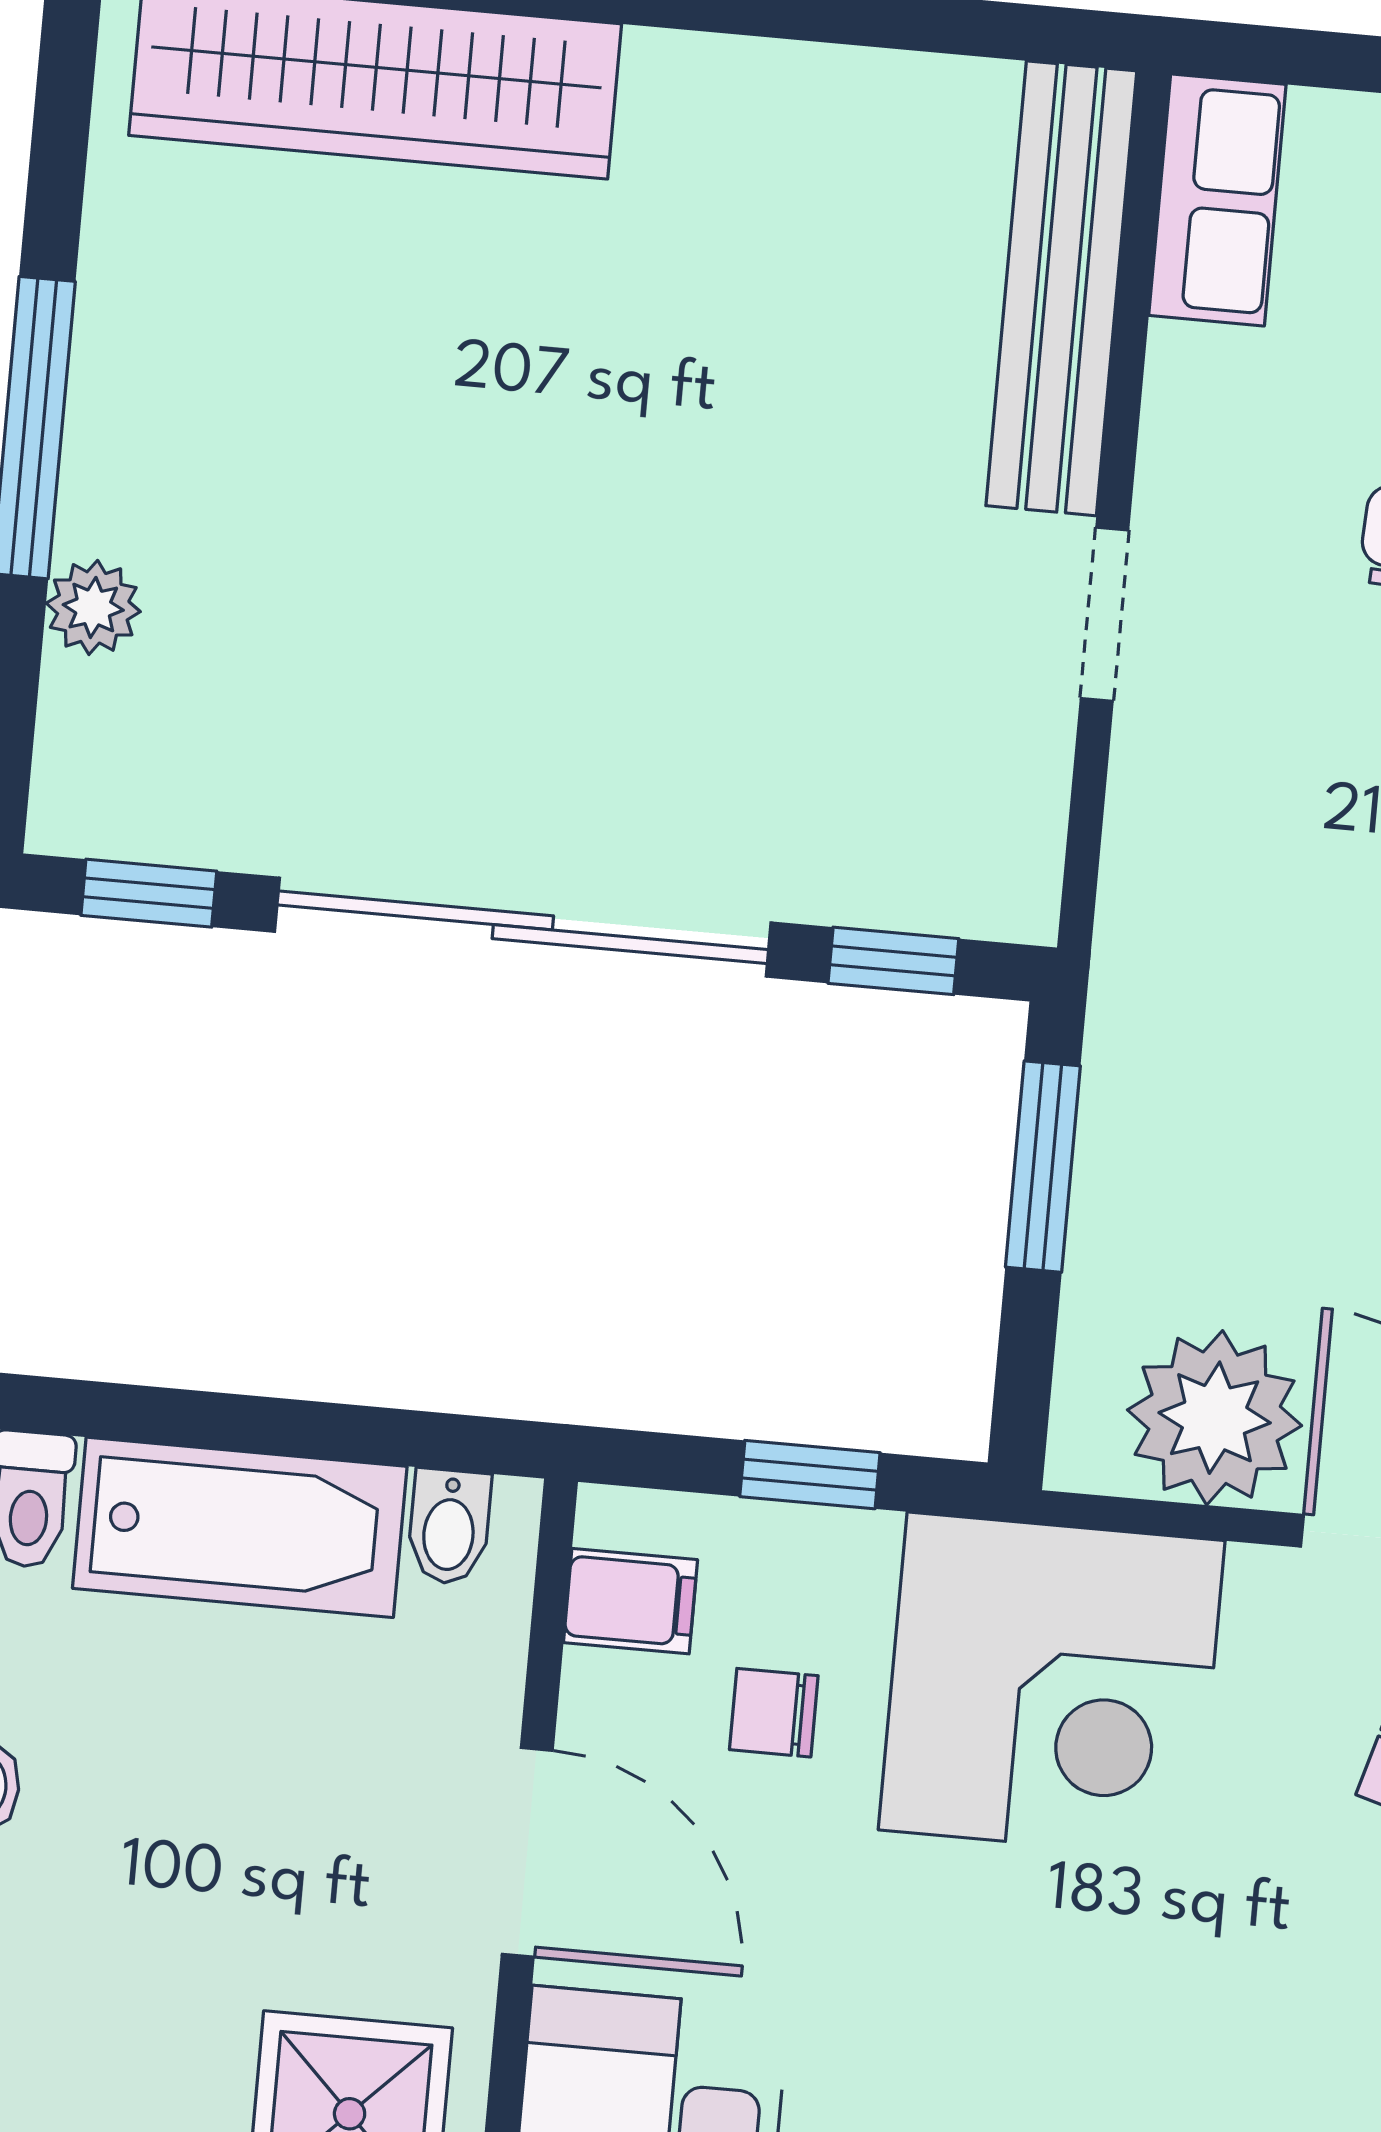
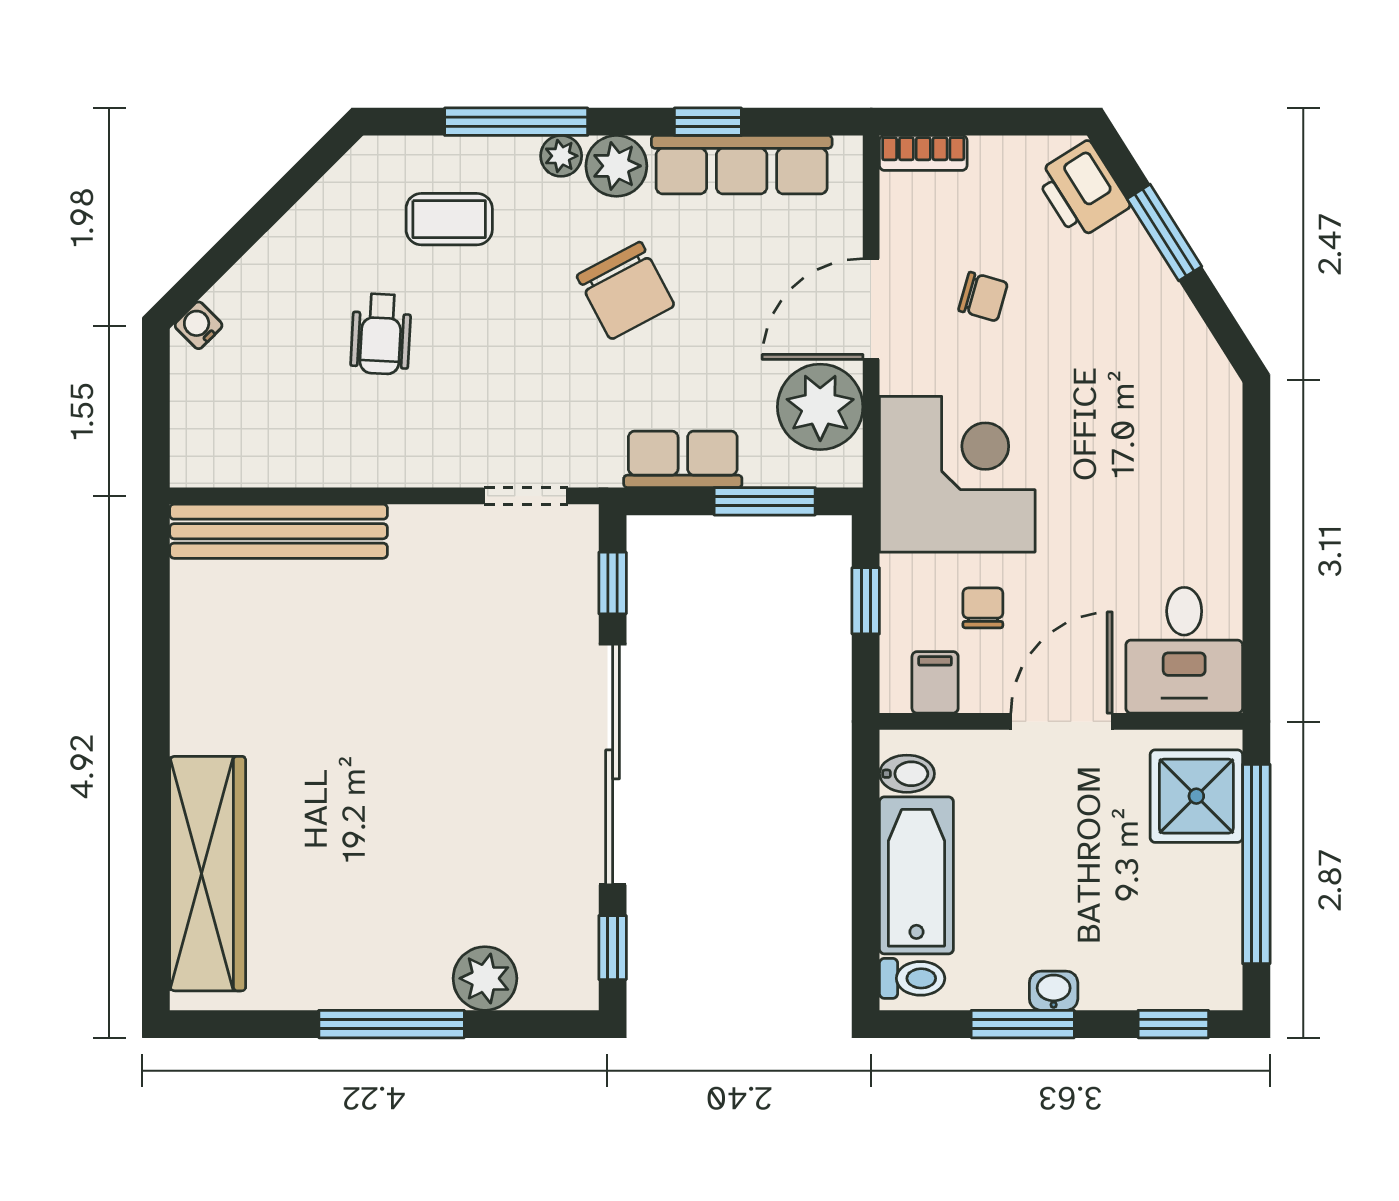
row of seats: (1217, 200) -> (683, 459), moved
plant: (93, 607) -> (485, 978), width x1.38, depth x1.38
doorway: (1105, 614) -> (526, 496), moved
window: (1043, 1167) -> (765, 501), moved
chair: (774, 1713) -> (983, 608), turned 180

